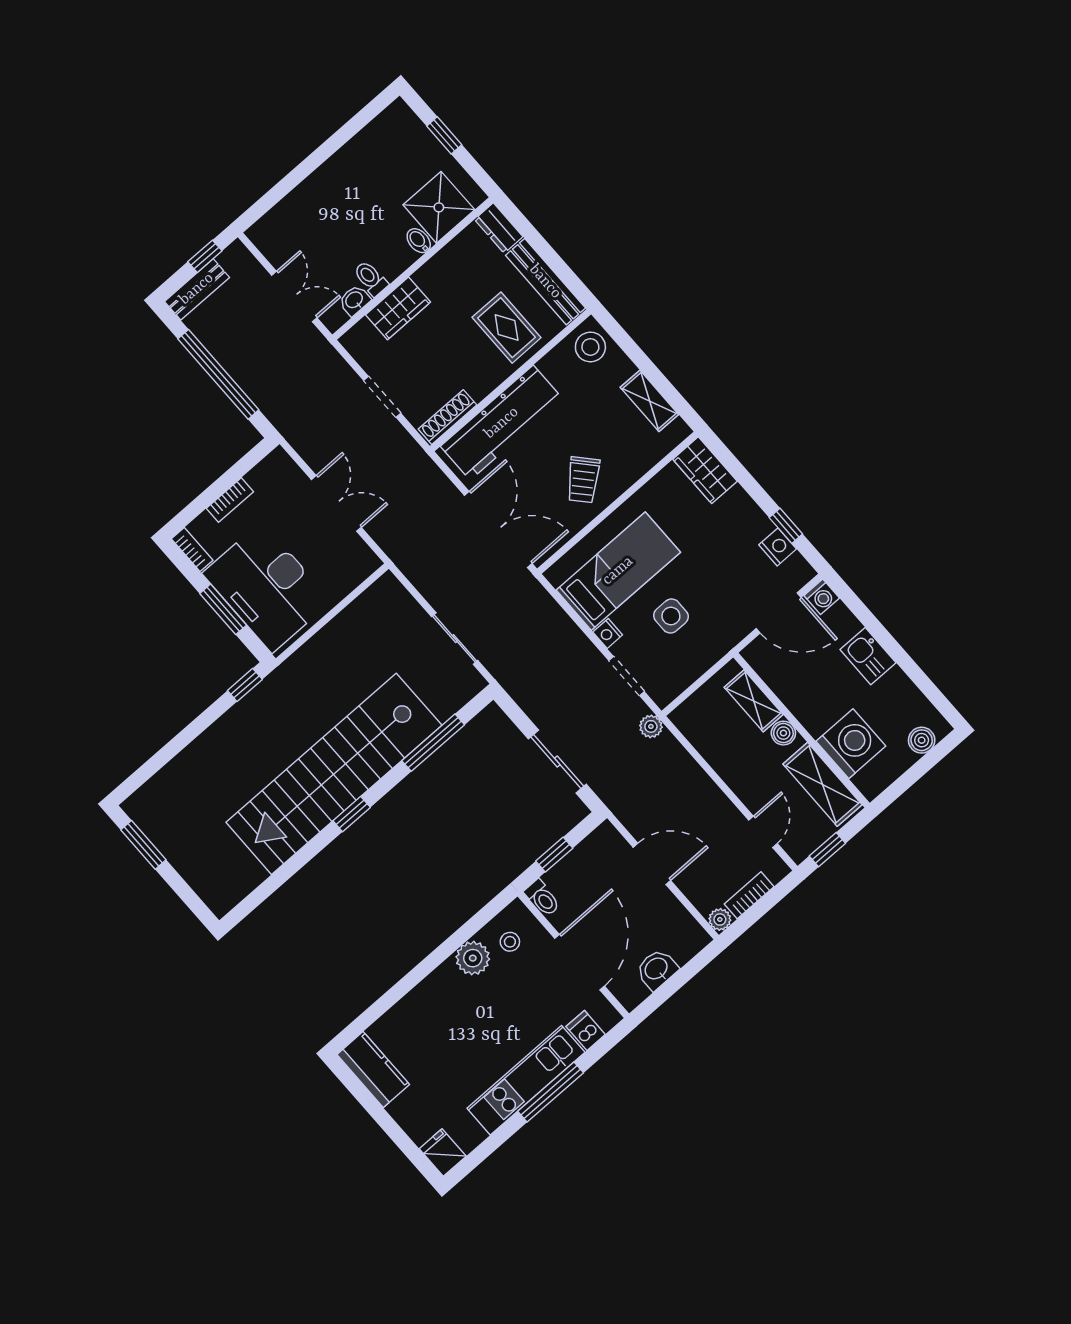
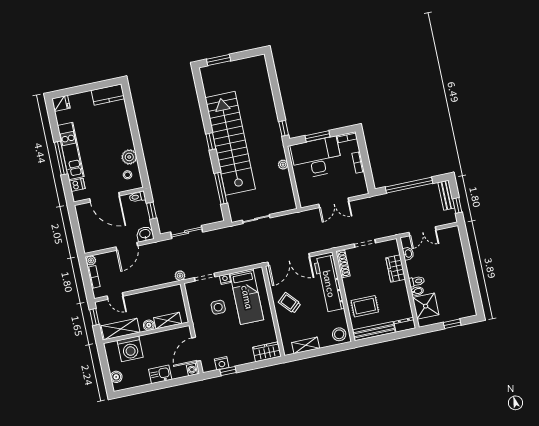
toilet: (371, 278) -> (417, 281), moved
plant: (317, 646) -> (283, 165), added
window: (143, 845) -> (219, 60), moved
washbasin: (657, 969) -> (145, 234), moved, turned -90

